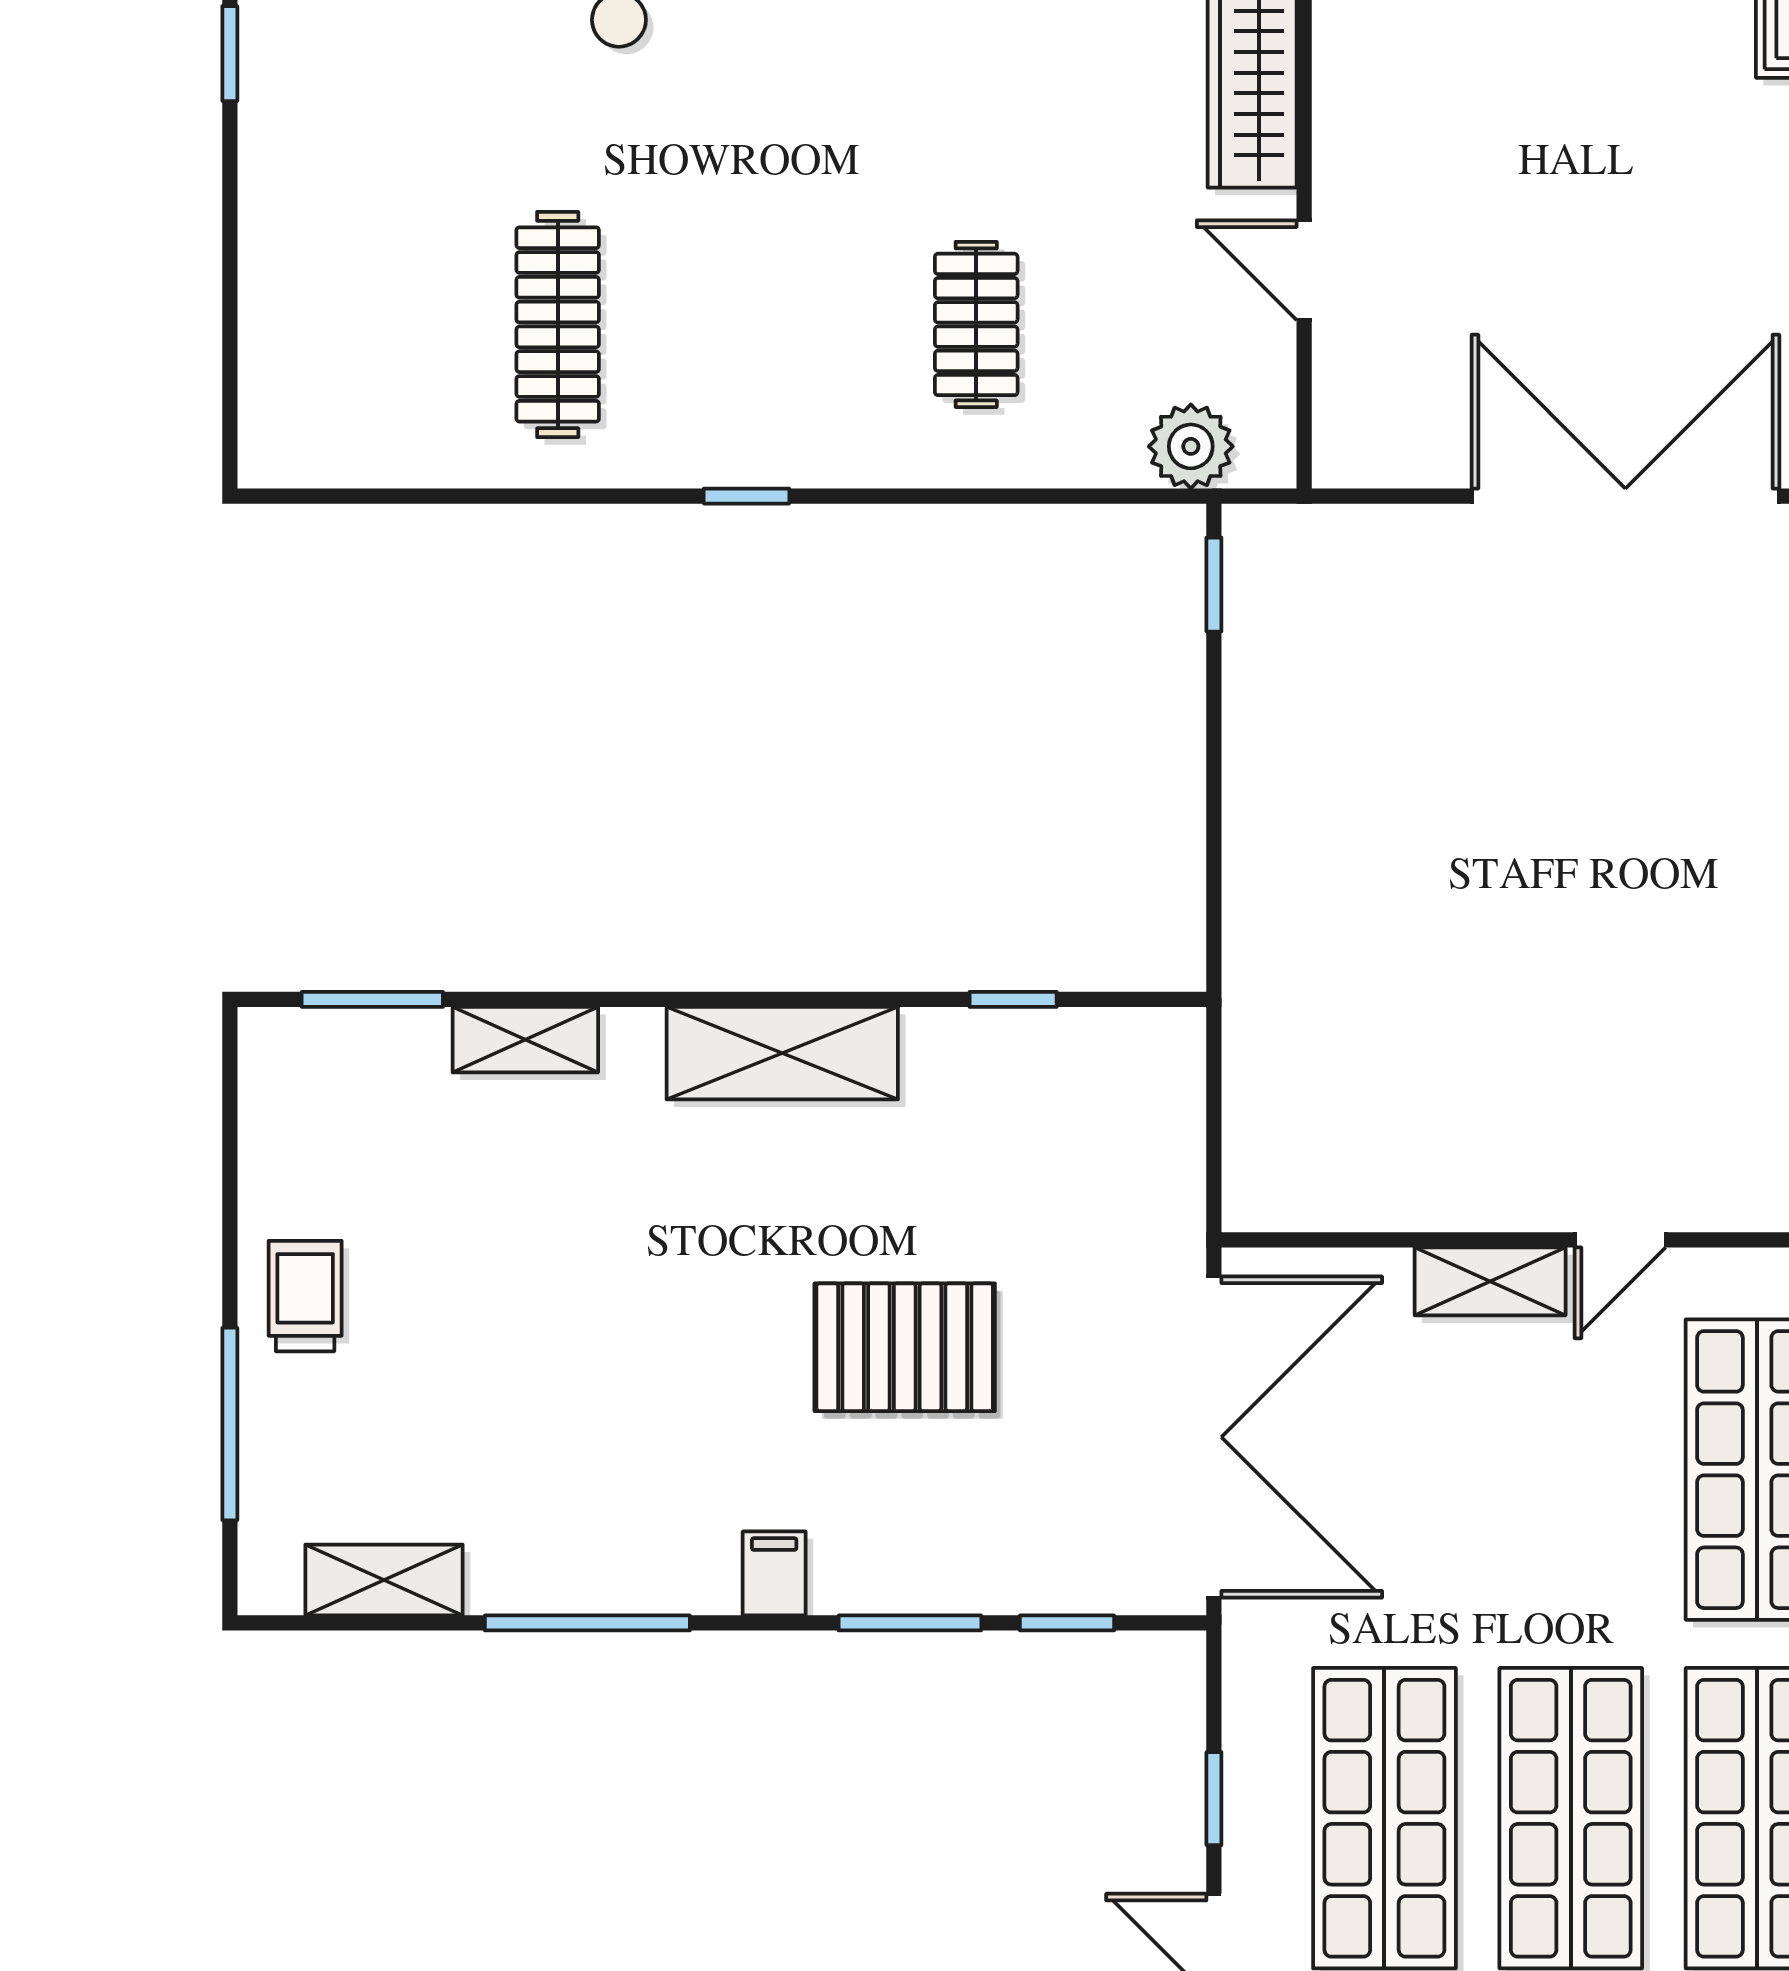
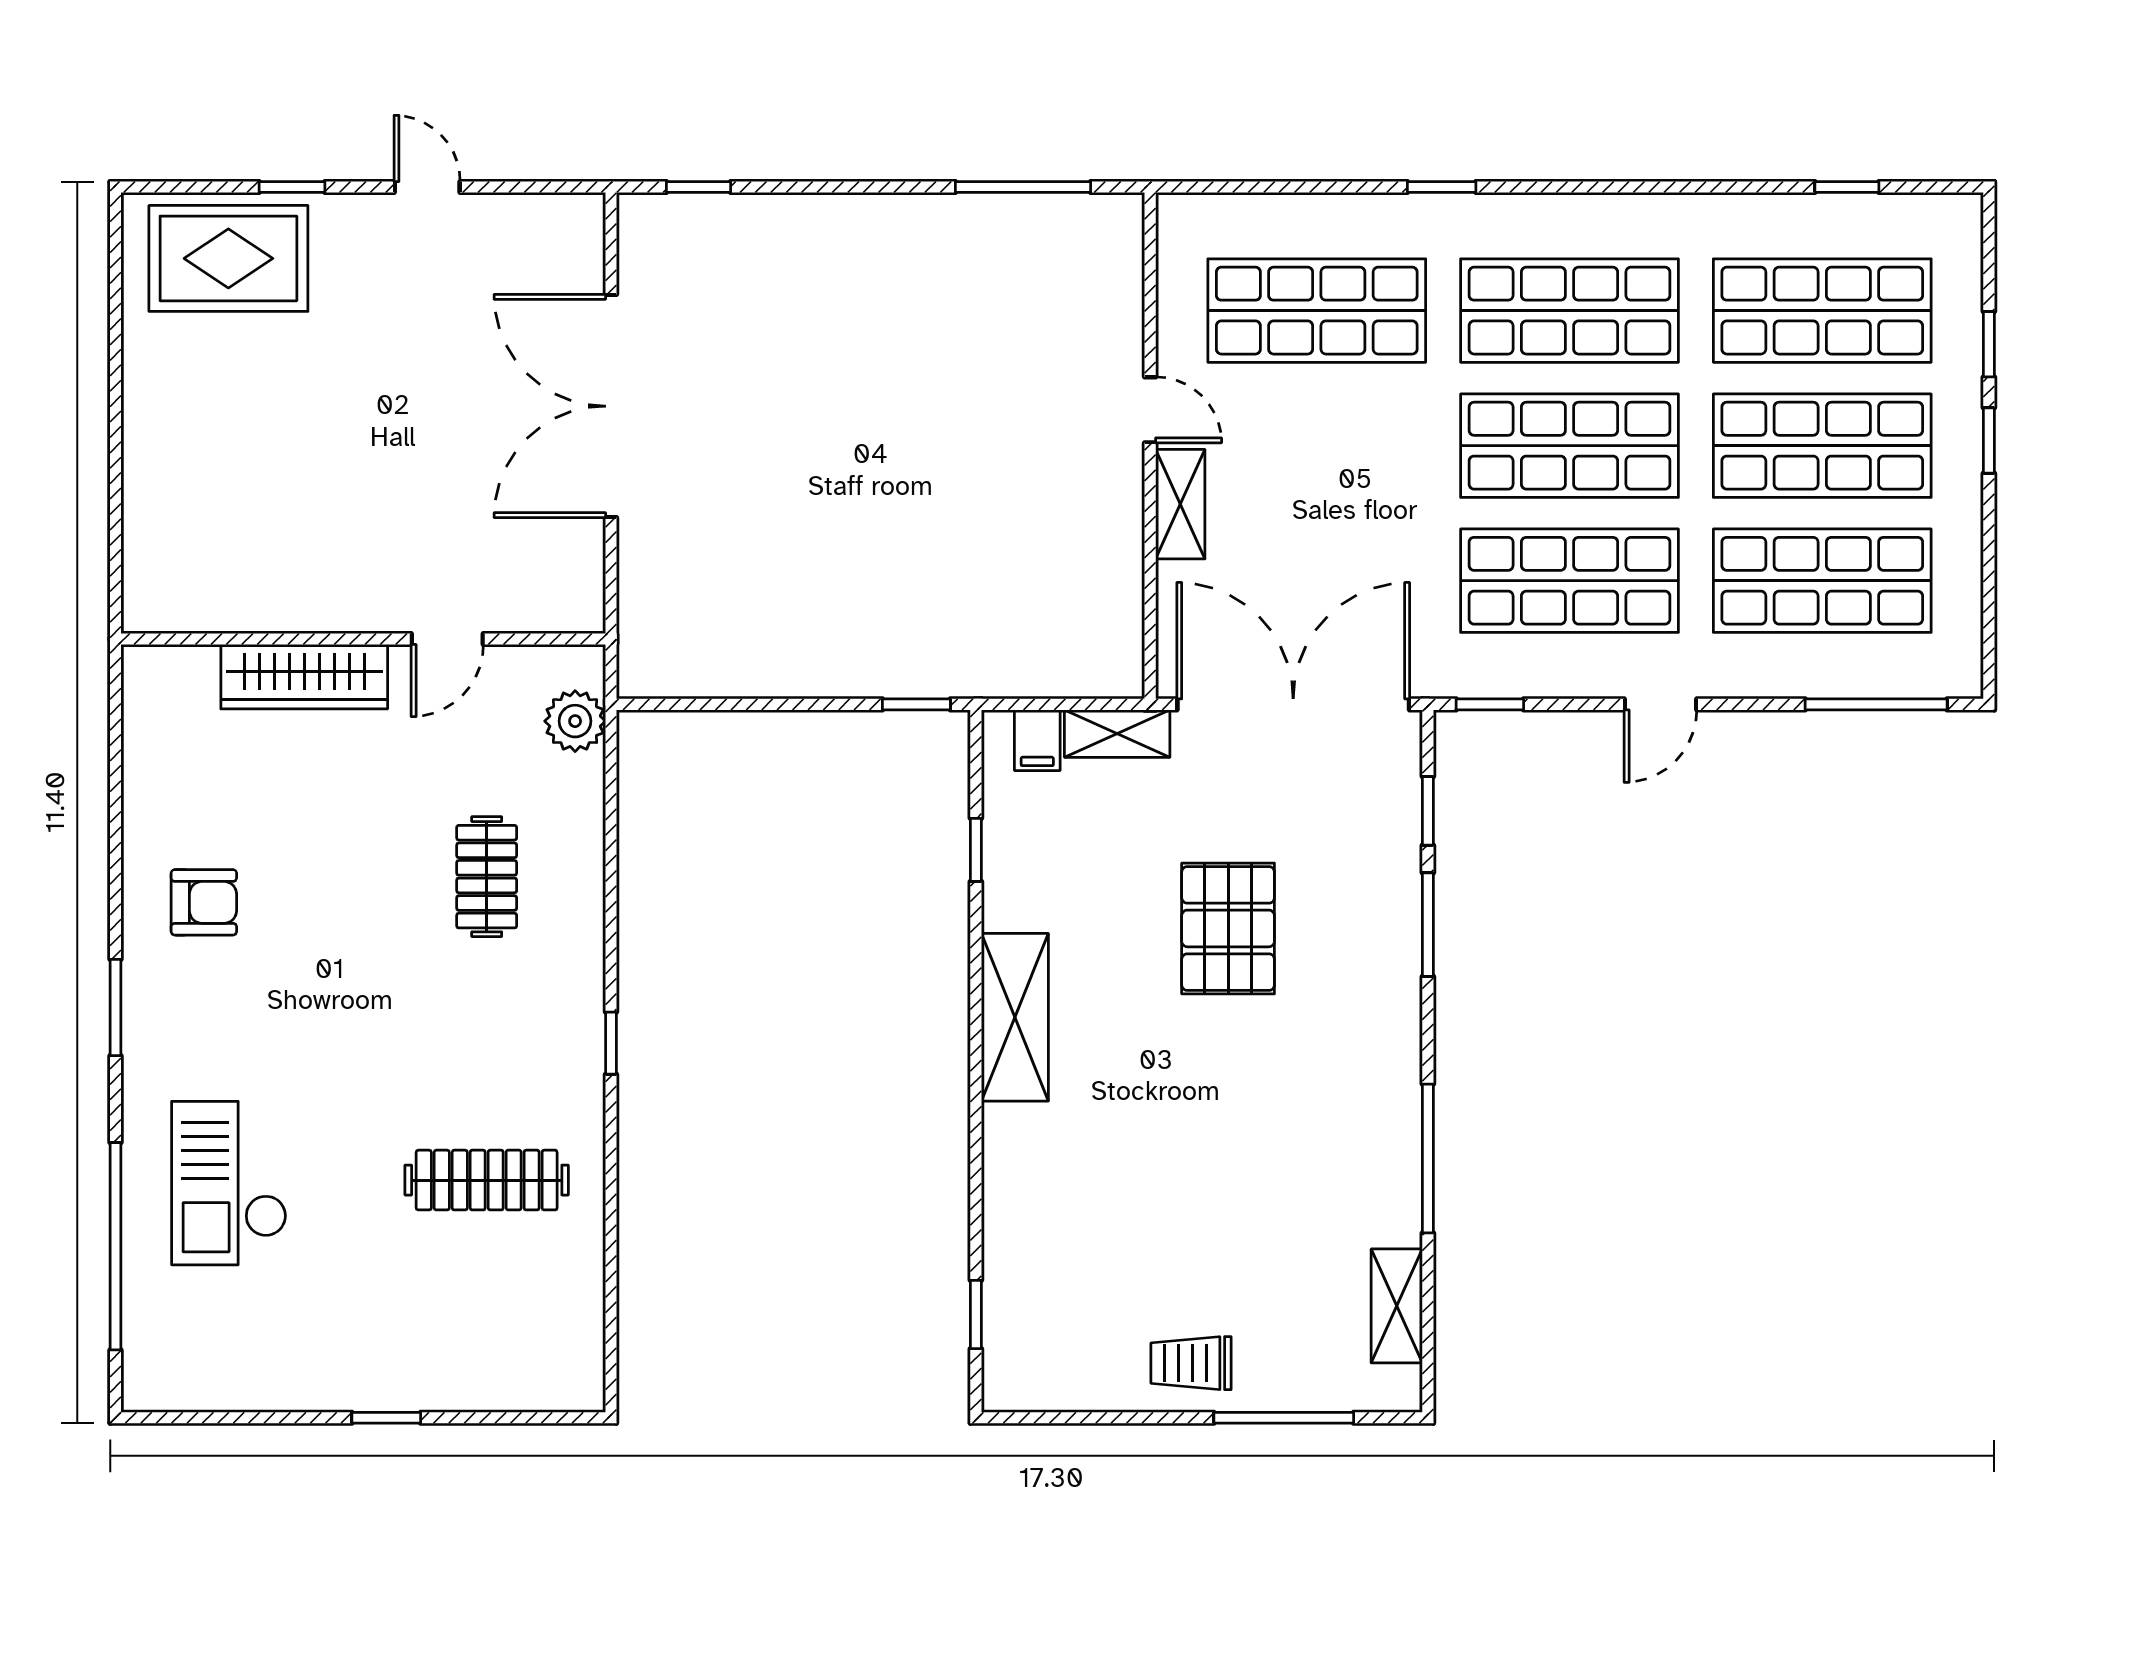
window: (230, 54) -> (386, 1418), moved
clothes rail: (976, 324) -> (487, 877), turned 90
window: (1214, 585) -> (916, 704), moved
window: (372, 999) -> (976, 1314), width x0.67
shelving: (525, 1040) -> (1117, 734), moved, turned 90
filing cabinet: (774, 1573) -> (1037, 740), moved, turned -90
window: (1214, 1799) -> (1490, 704), moved

